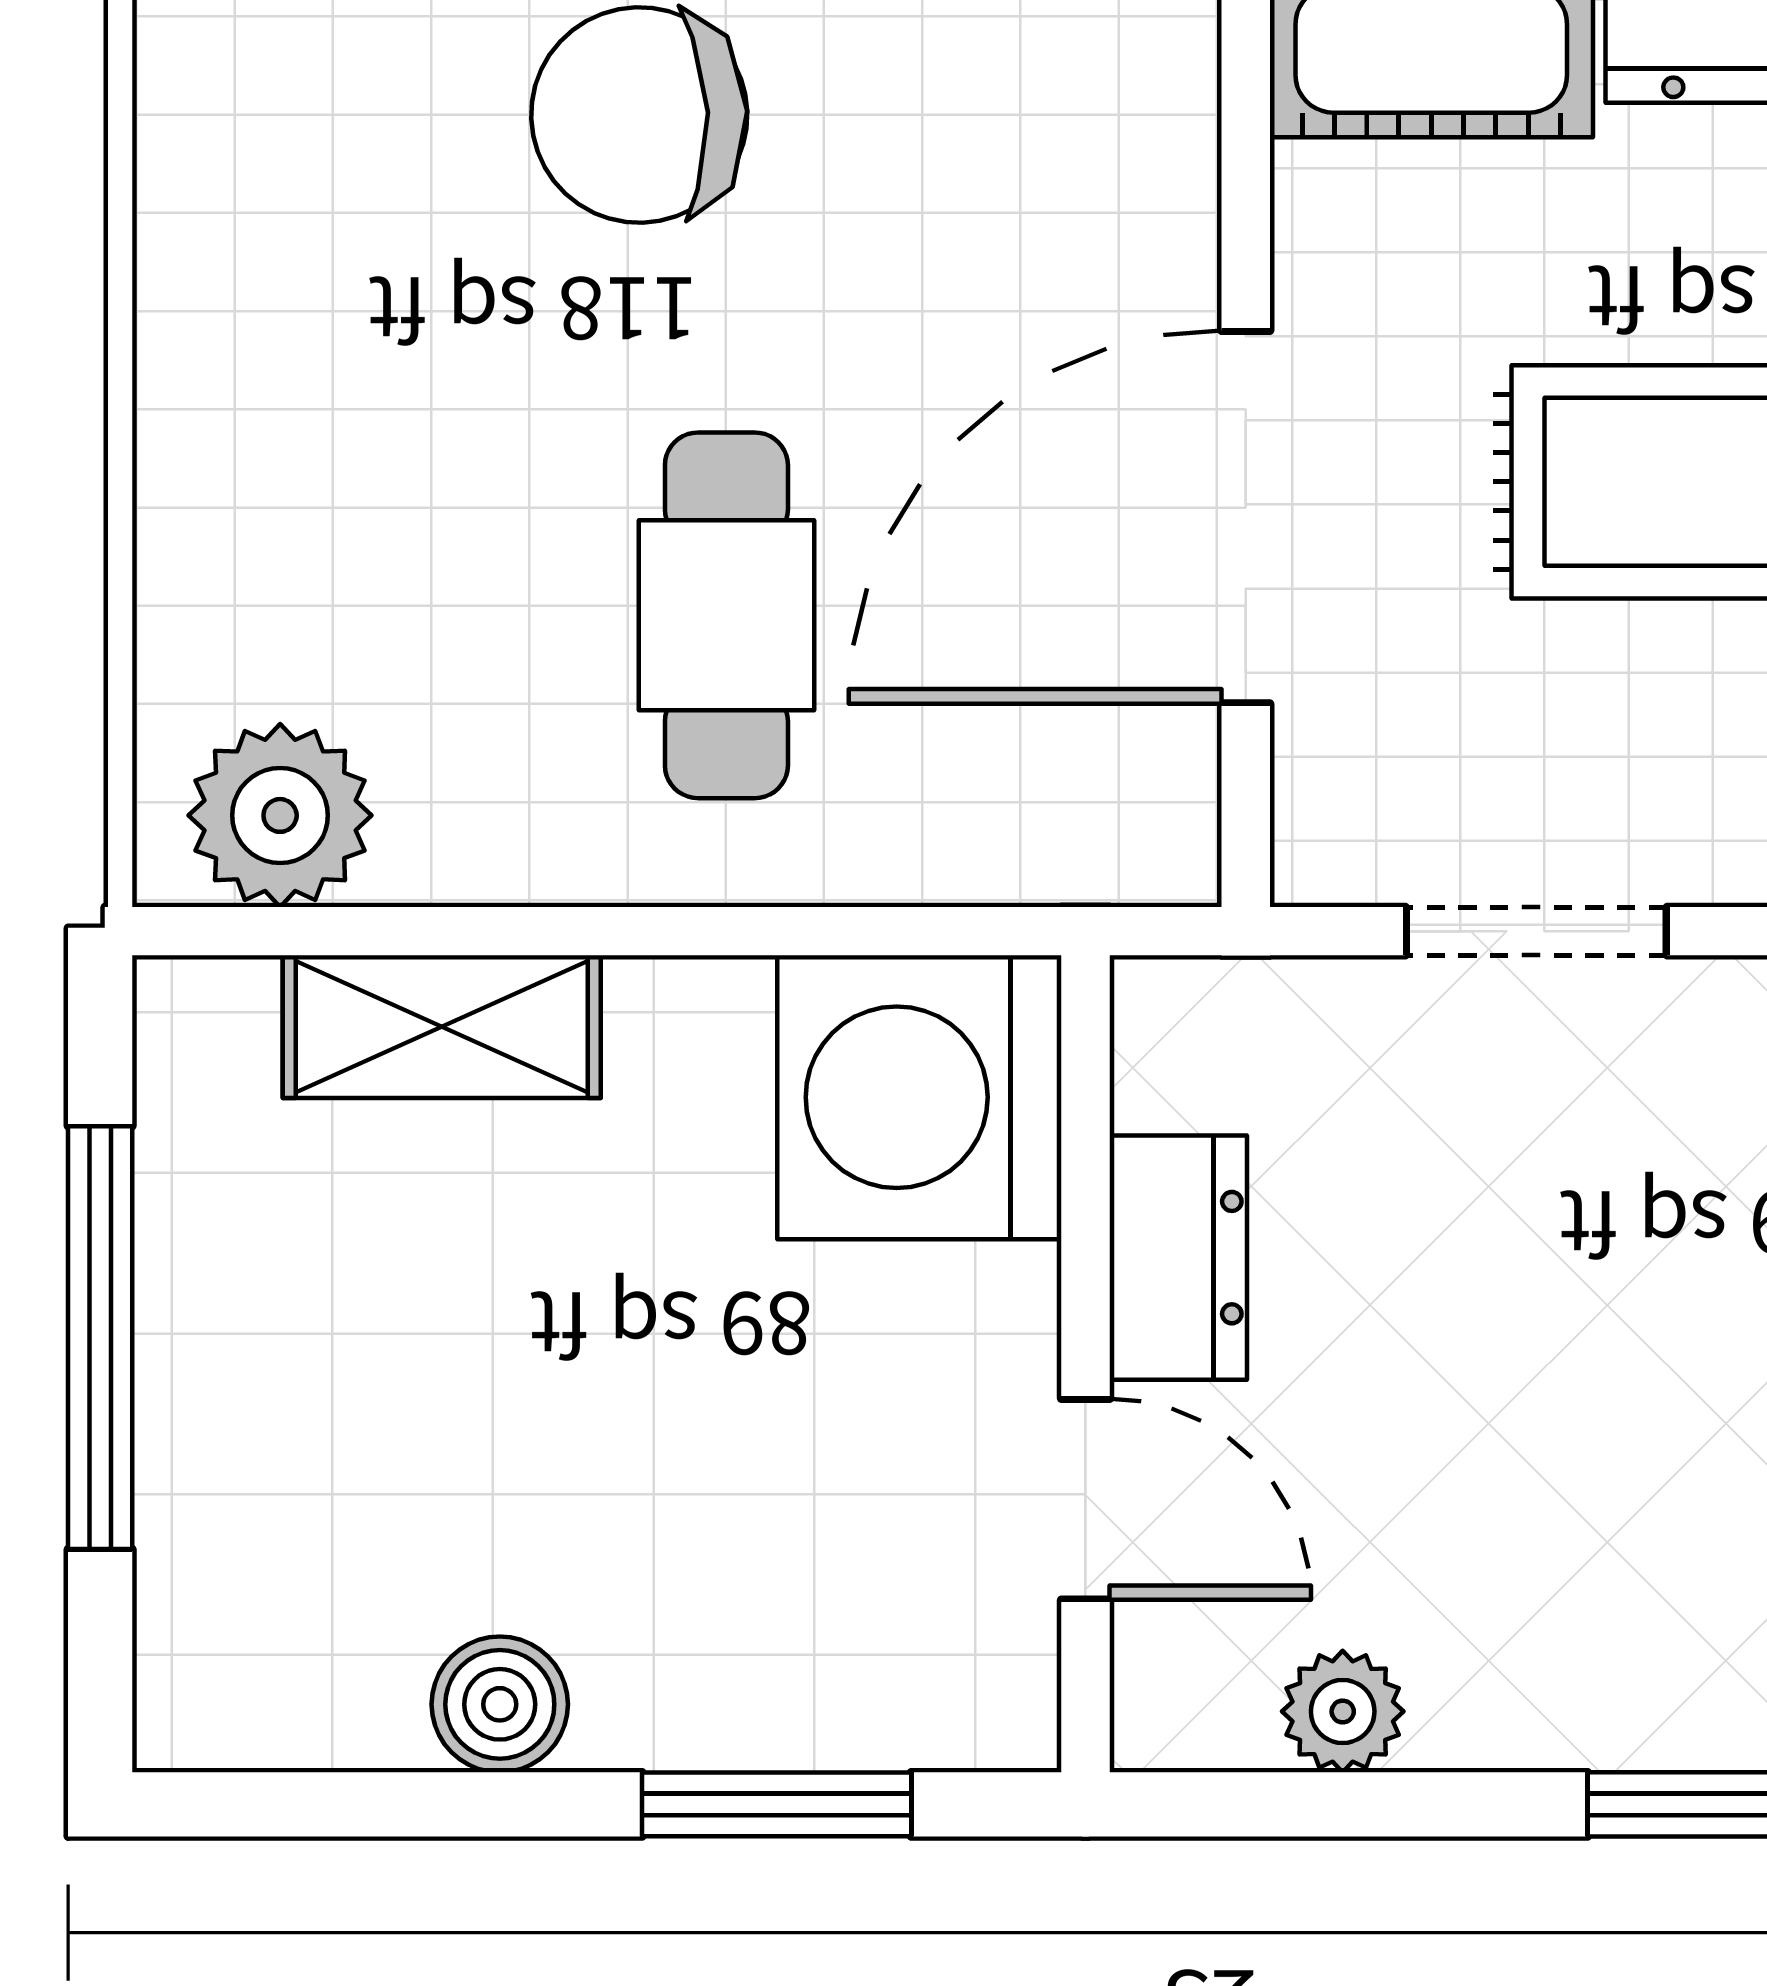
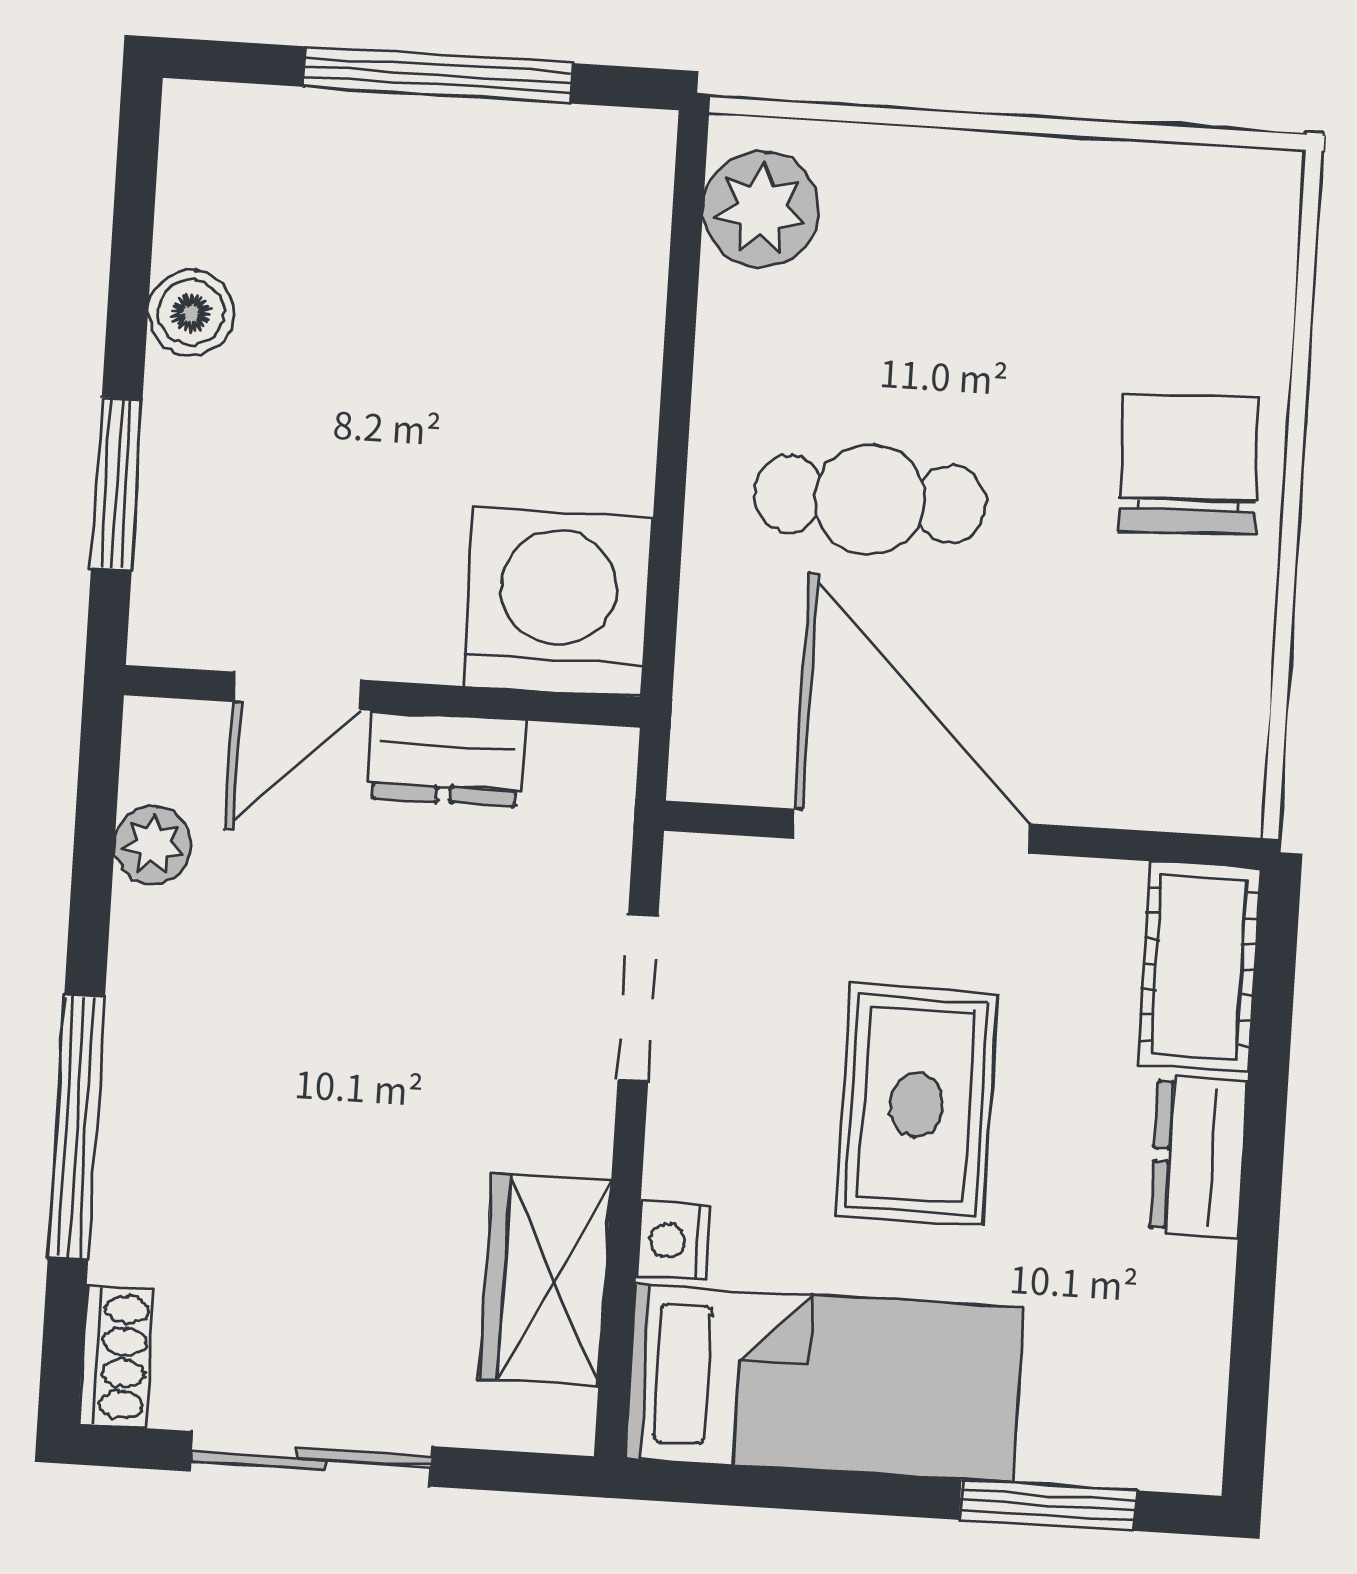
shelving: (442, 1027) -> (621, 303), removed

